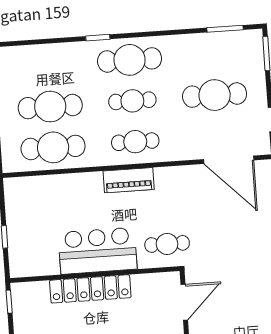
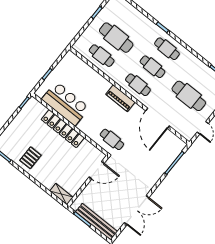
cafe table: (130, 60) -> (167, 49), width x0.73, depth x0.74
cafe table: (53, 147) -> (102, 56), width x0.73, depth x0.74
door: (229, 160) -> (158, 118), moved
bar counter: (98, 251) -> (66, 104), moved

